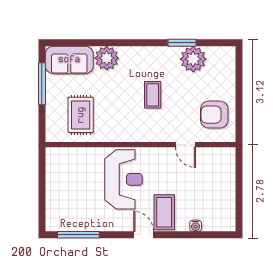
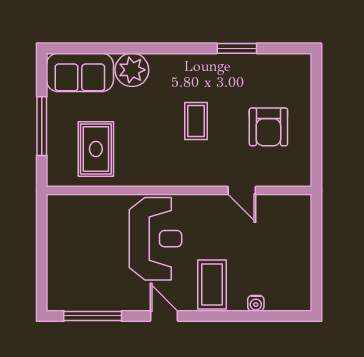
plant: (193, 59) -> (252, 71), removed
window: (42, 84) -> (42, 126), moved
armchair: (214, 115) -> (268, 127), moved, turned -90
door: (144, 235) -> (164, 316), moved

